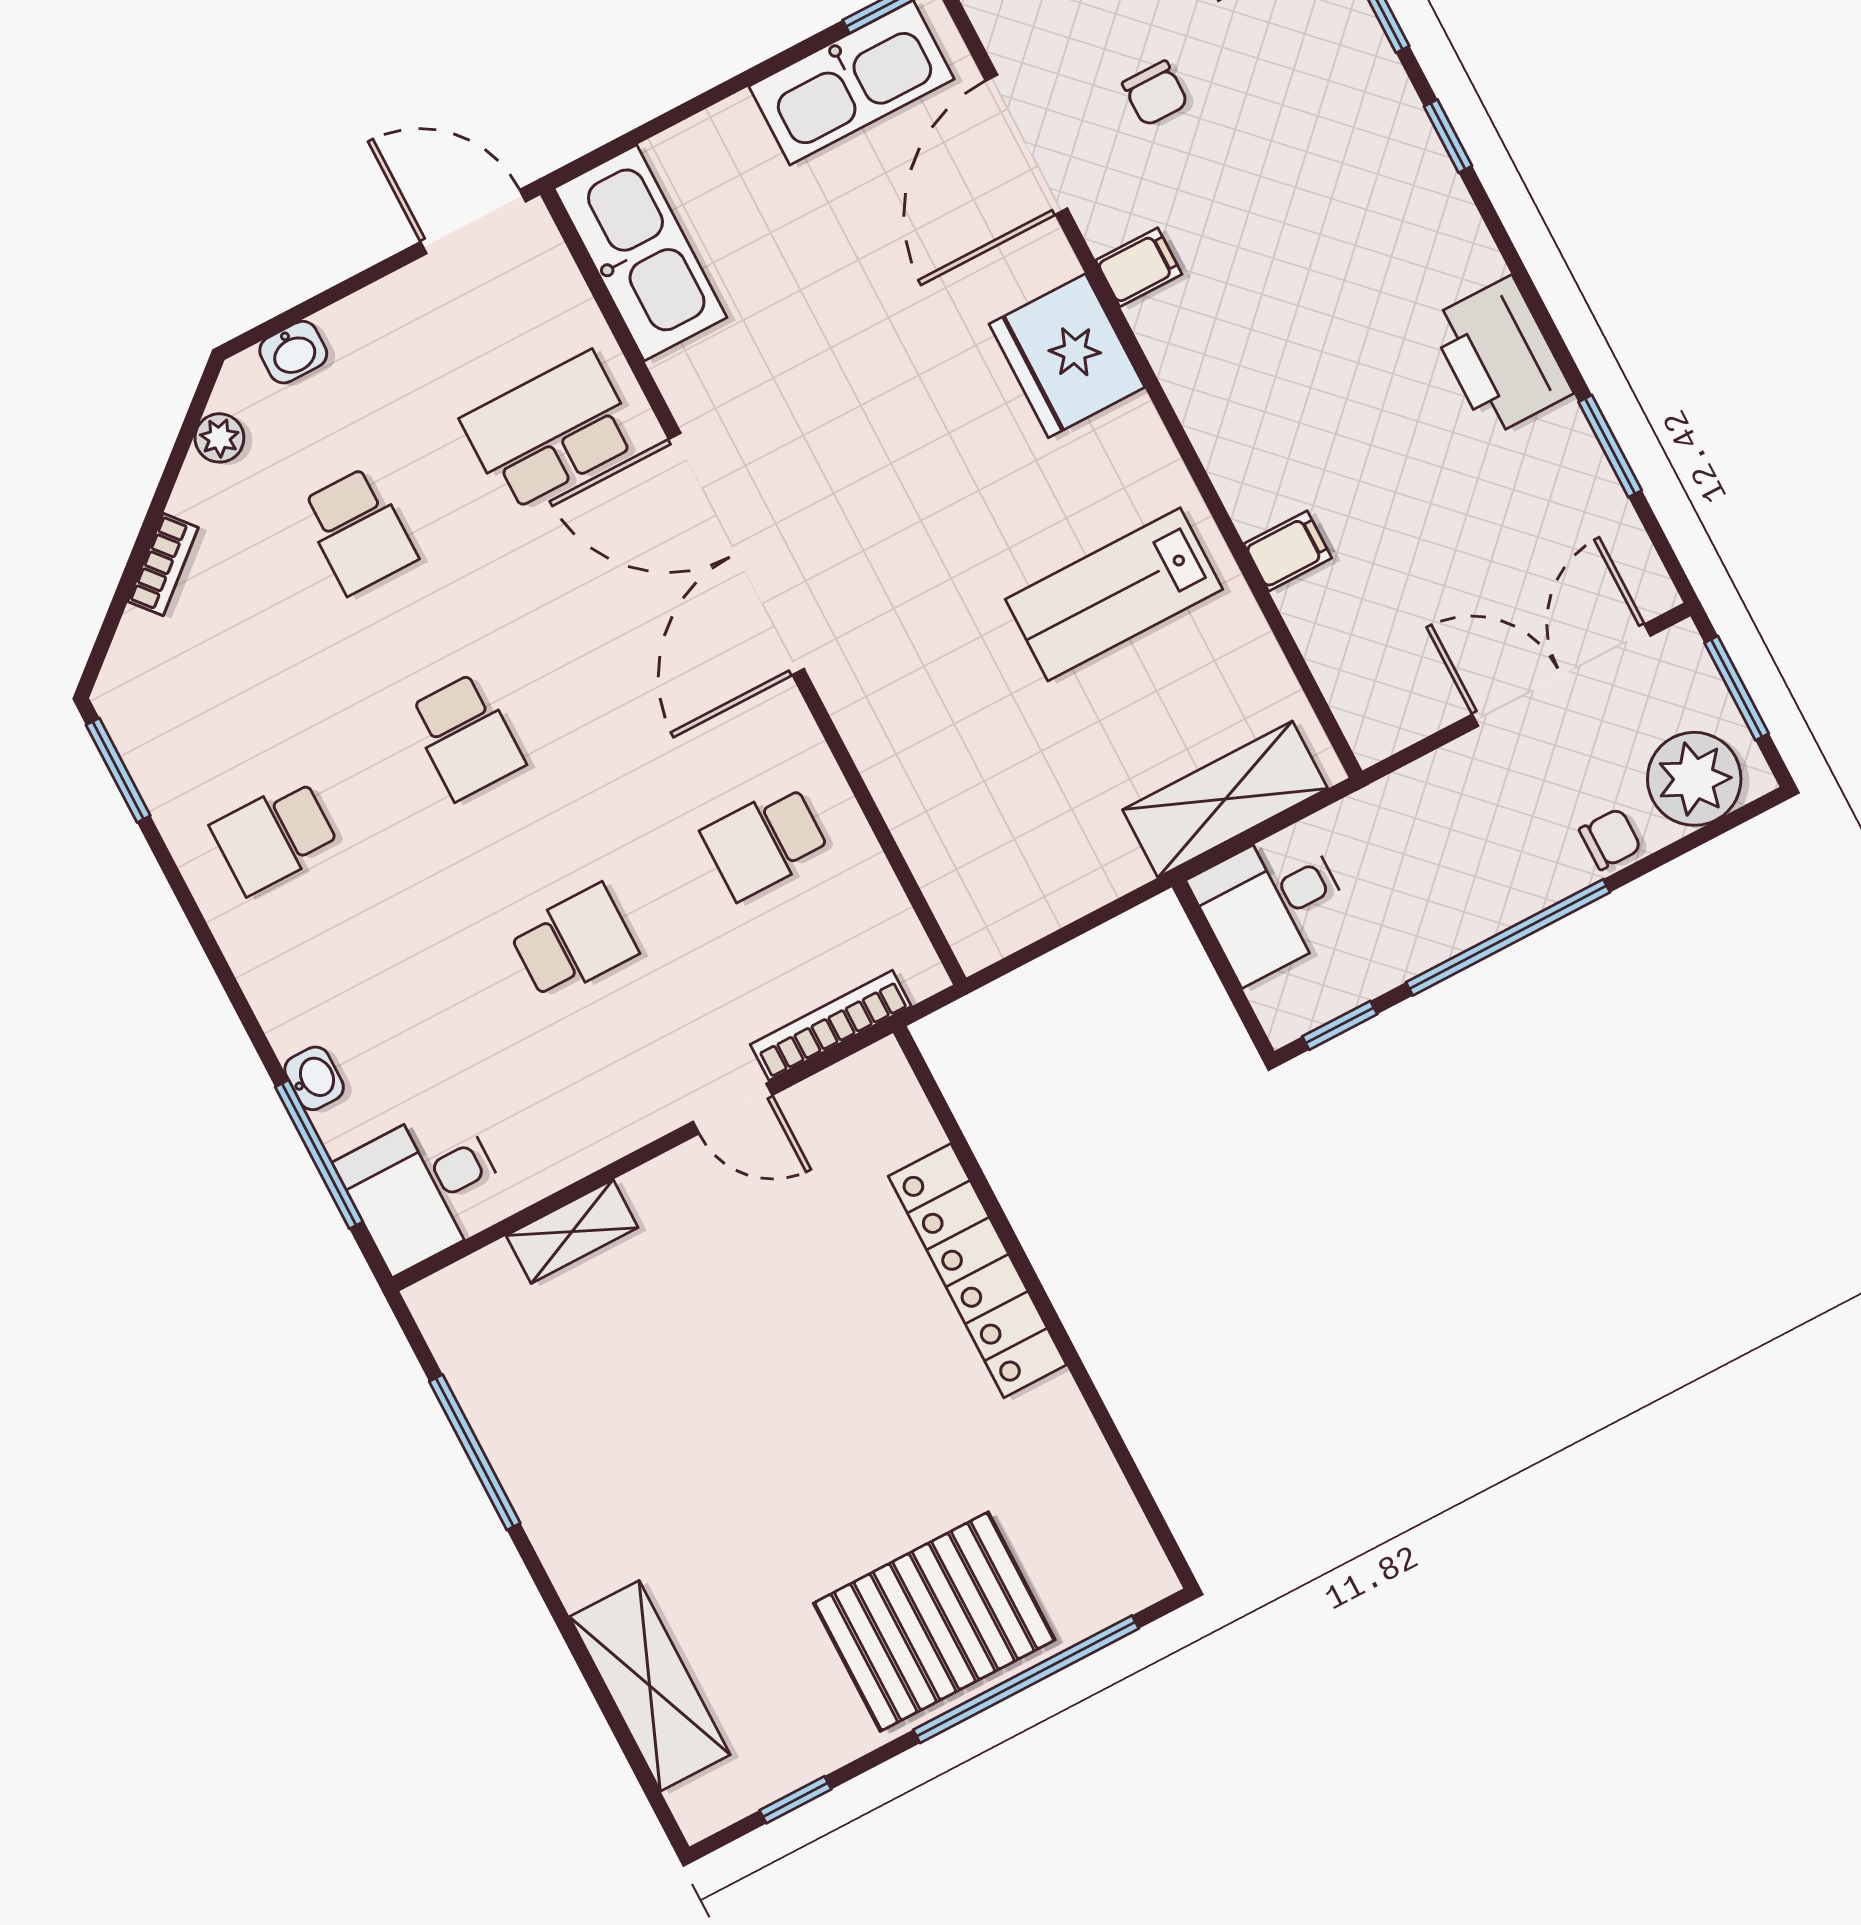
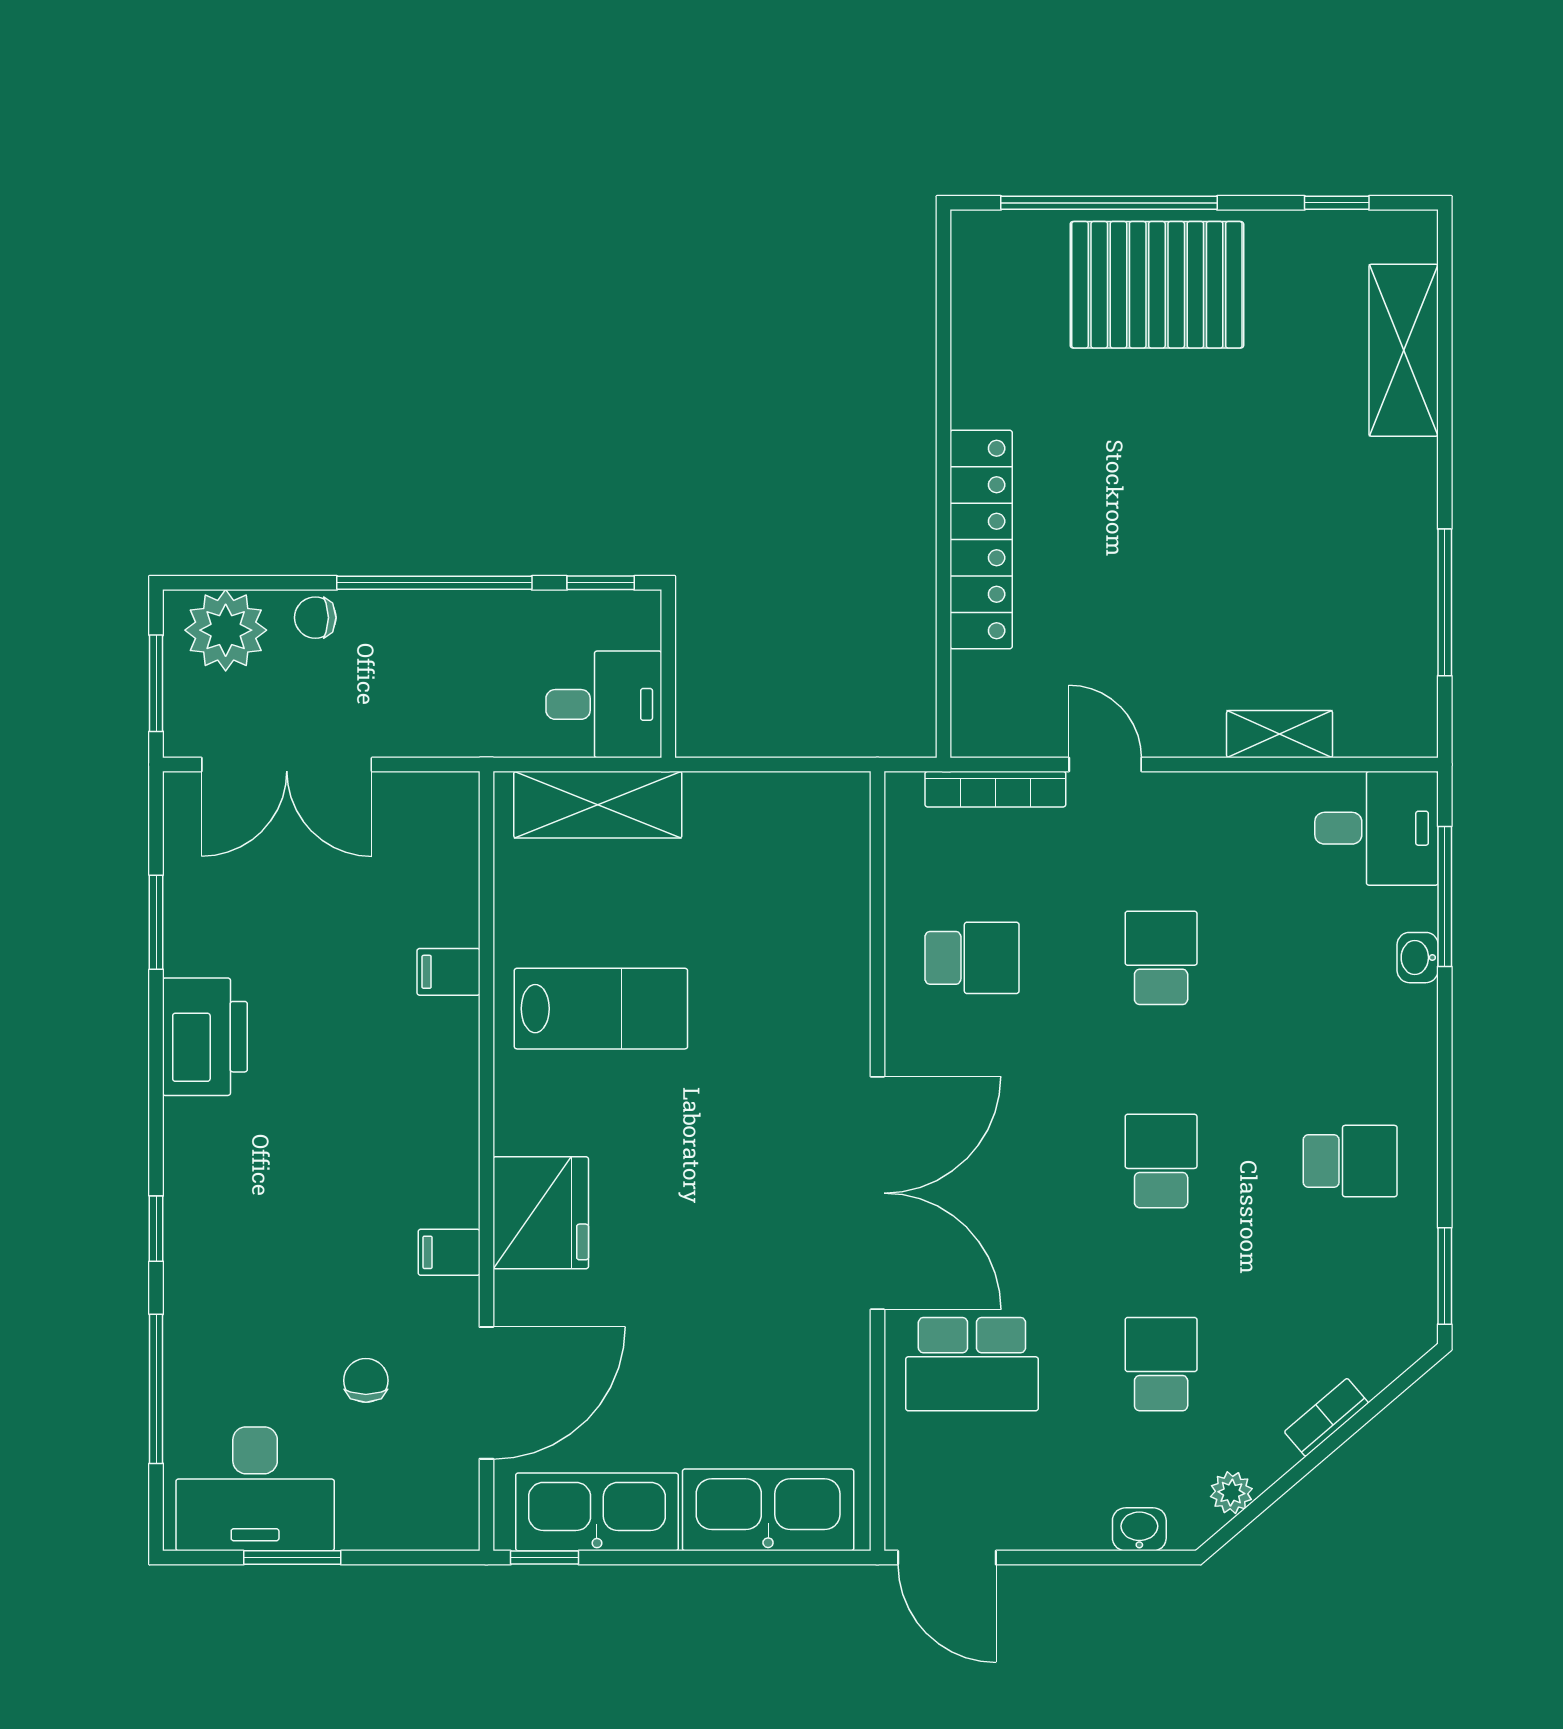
kitchen sink: (640, 253) -> (768, 1510), moved, turned 90
school desk: (574, 942) -> (1161, 958), turned 90

